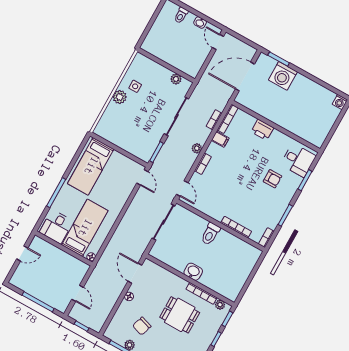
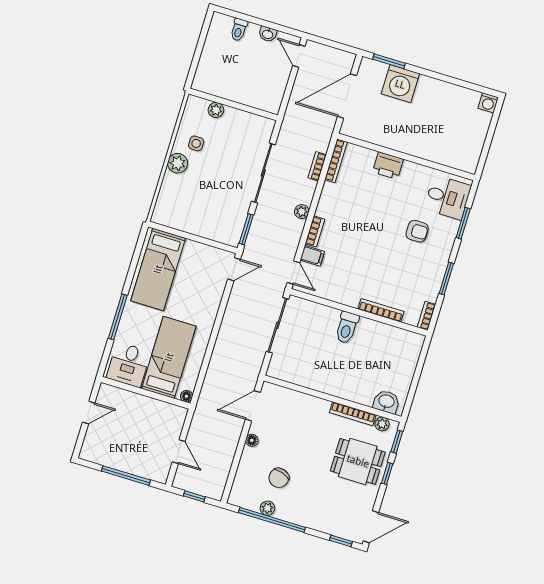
plant: (176, 79) -> (216, 110), moved
filing cabinet: (220, 139) -> (312, 256), moved
door: (142, 177) -> (234, 269), hinge flipped
washbasin: (193, 272) -> (386, 402), moved
door: (135, 273) -> (253, 406), hinge flipped
dining table: (180, 315) -> (358, 461), moved

